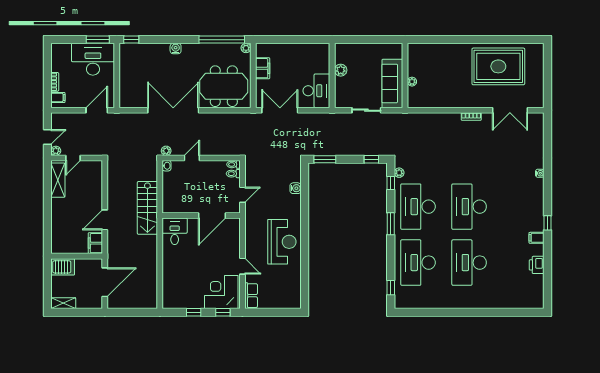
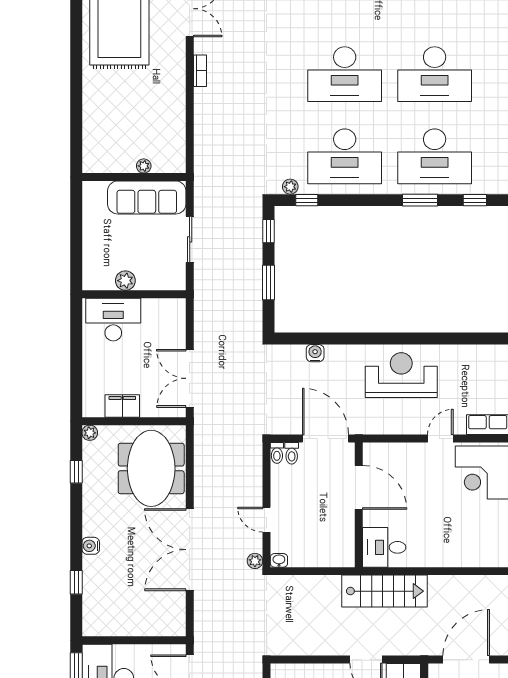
window: (131, 40) -> (76, 582), moved
window: (222, 40) -> (76, 472), width x0.32
desk: (316, 91) -> (113, 320), moved
window: (325, 159) -> (268, 282), moved
door: (242, 195) -> (326, 438), width x1.87
stairs: (147, 208) -> (384, 591), moved
window: (391, 224) -> (420, 200), moved
door: (105, 282) -> (466, 660), hinge flipped

